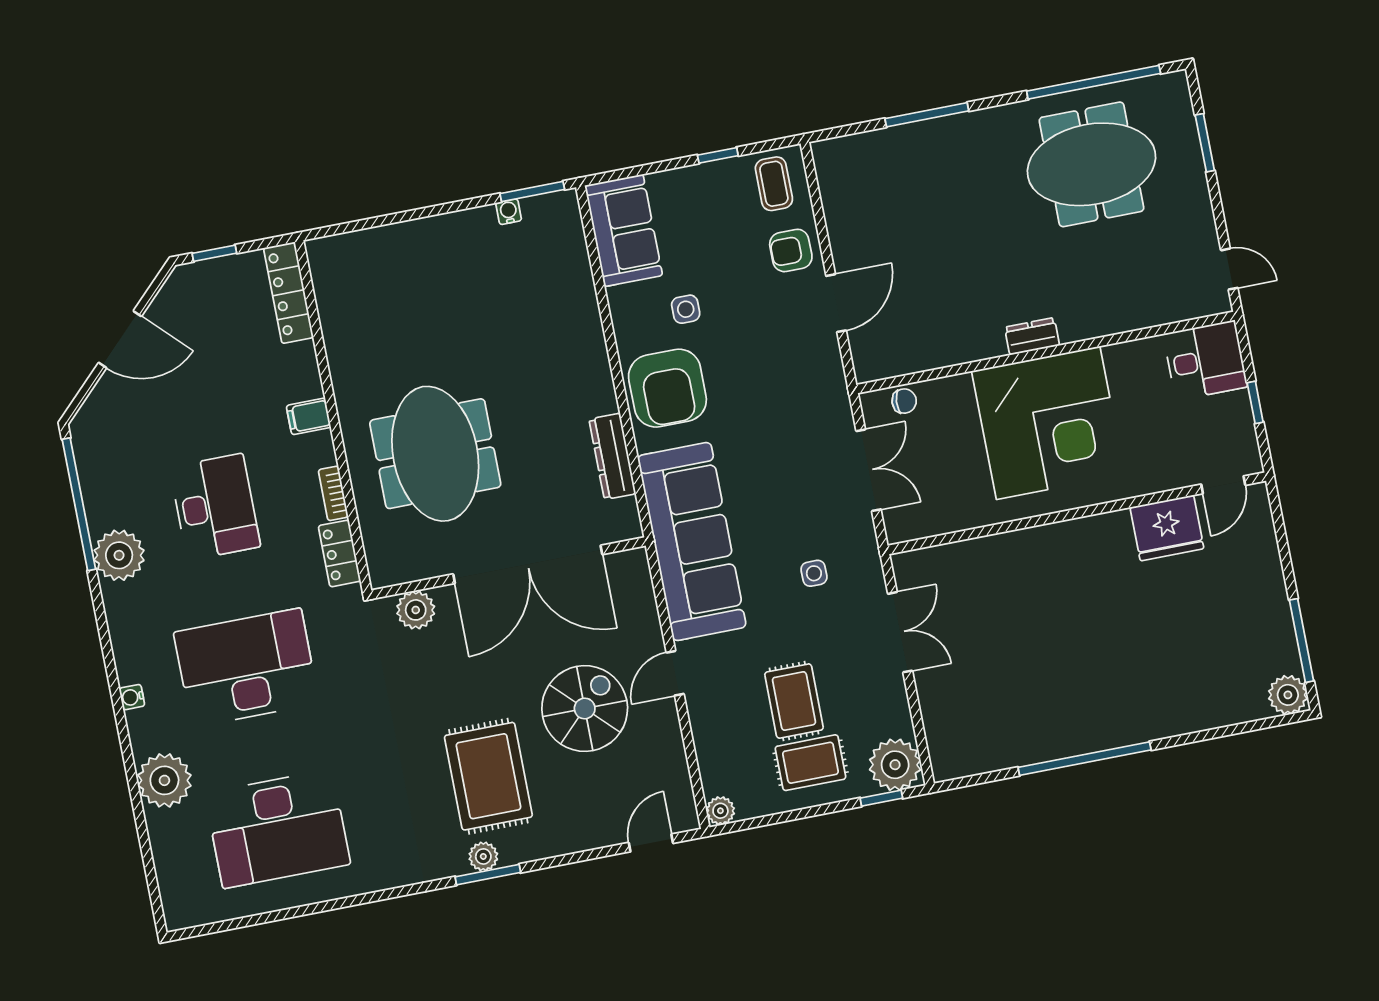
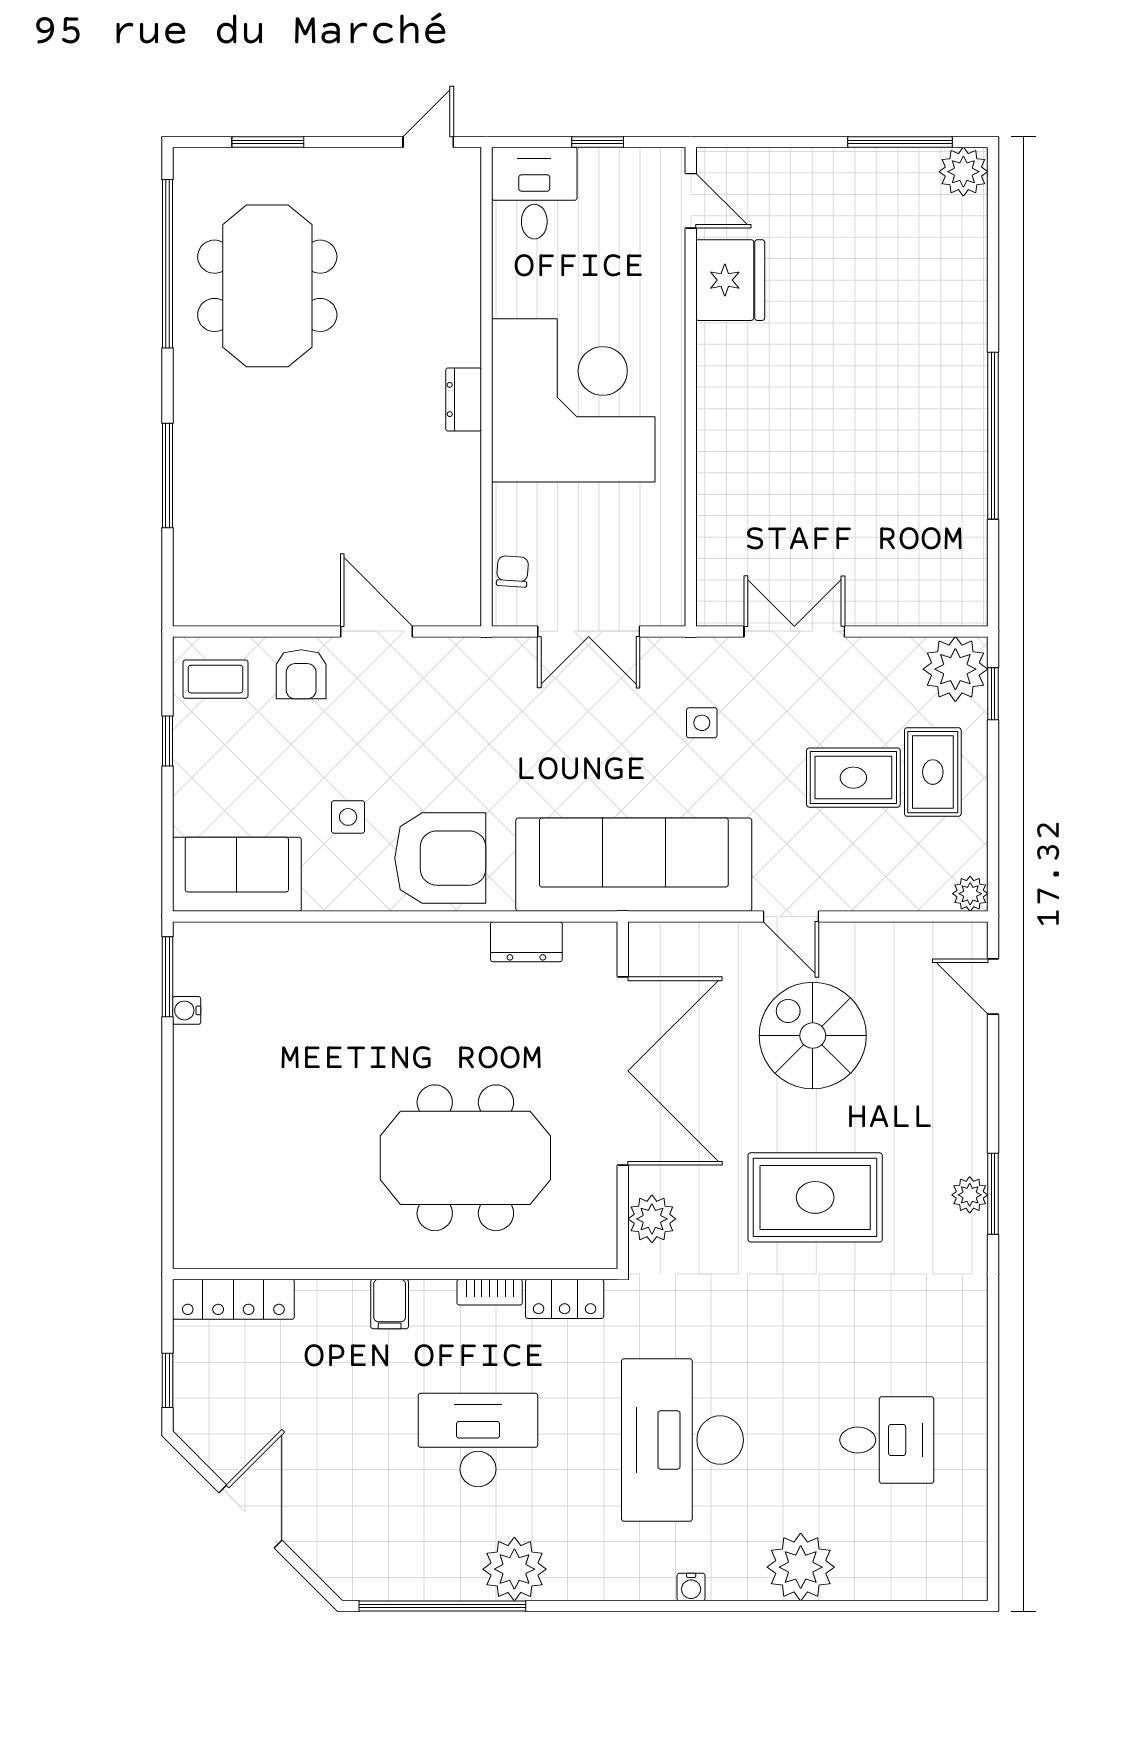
dresser: (612, 456) -> (526, 942), width x0.70
double door: (869, 470) -> (589, 631), swing flipped
rug: (488, 776) -> (815, 1197), moved
desk: (278, 829) -> (887, 1440), width x0.53, depth x0.77

